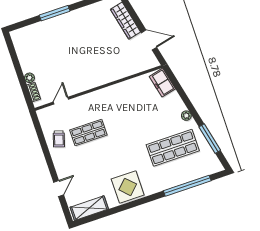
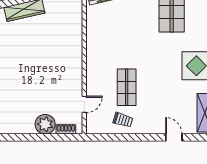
plant: (29, 78) -> (45, 124), width x1.88, depth x1.88
door: (61, 101) -> (84, 104), swing flipped

